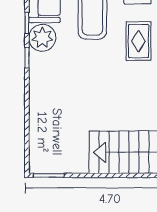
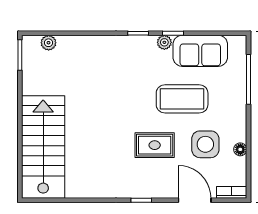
plant: (42, 38) -> (164, 42), width x0.53, depth x0.53
plant: (36, 147) -> (49, 43), added

